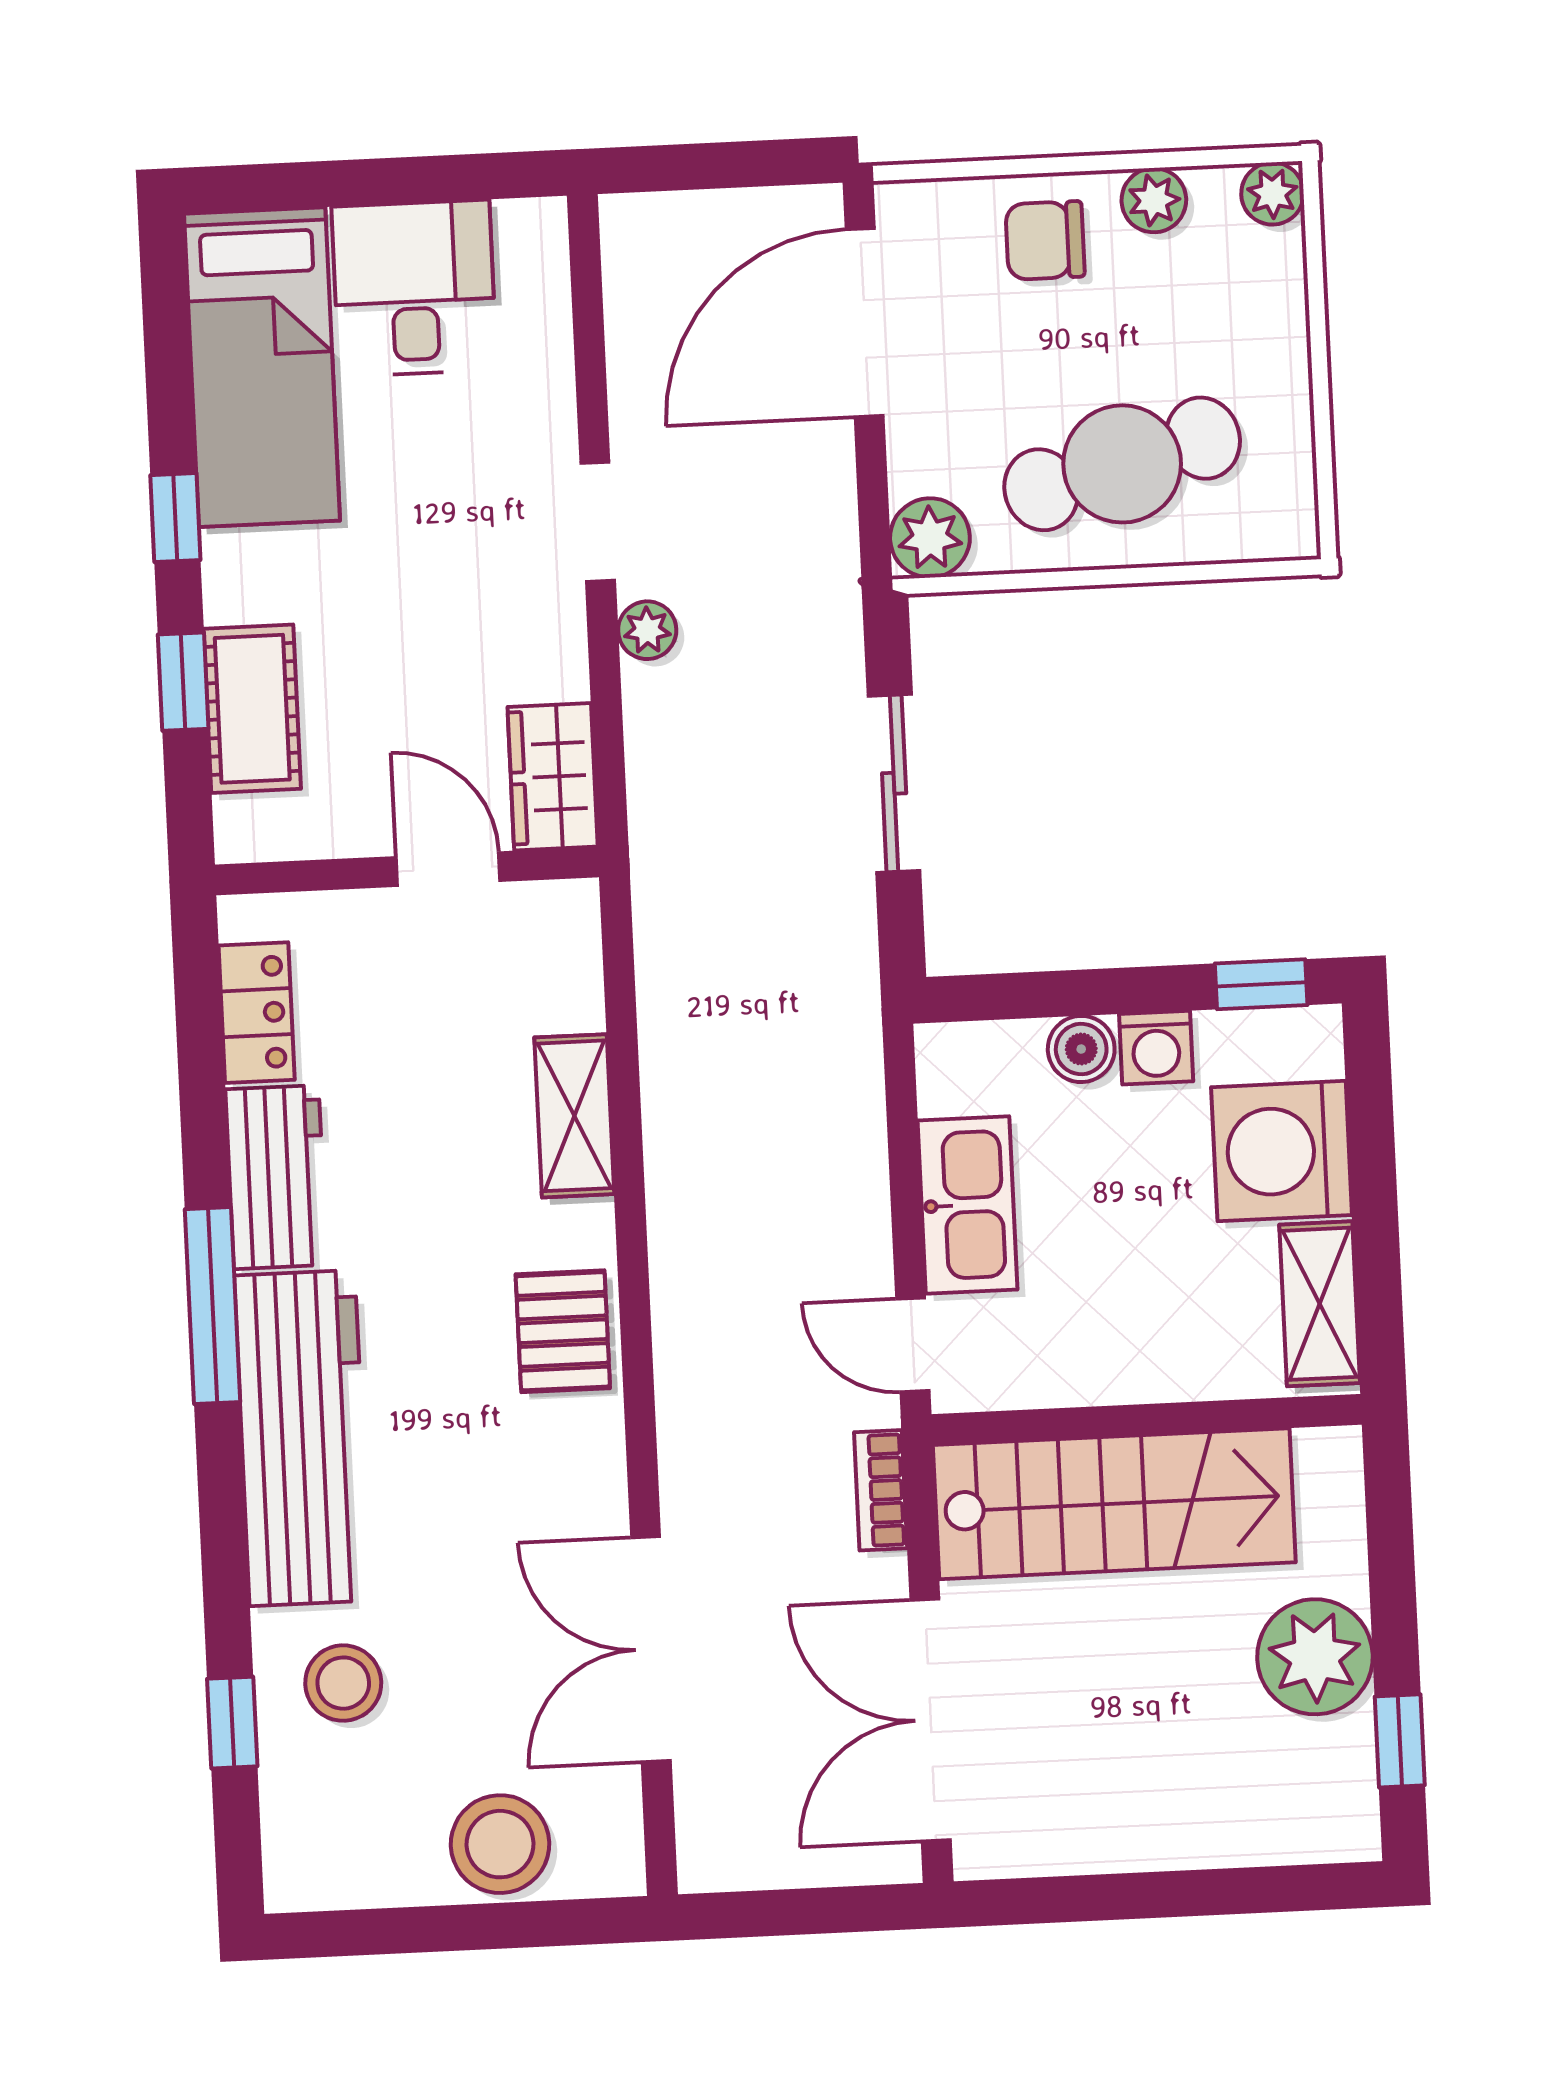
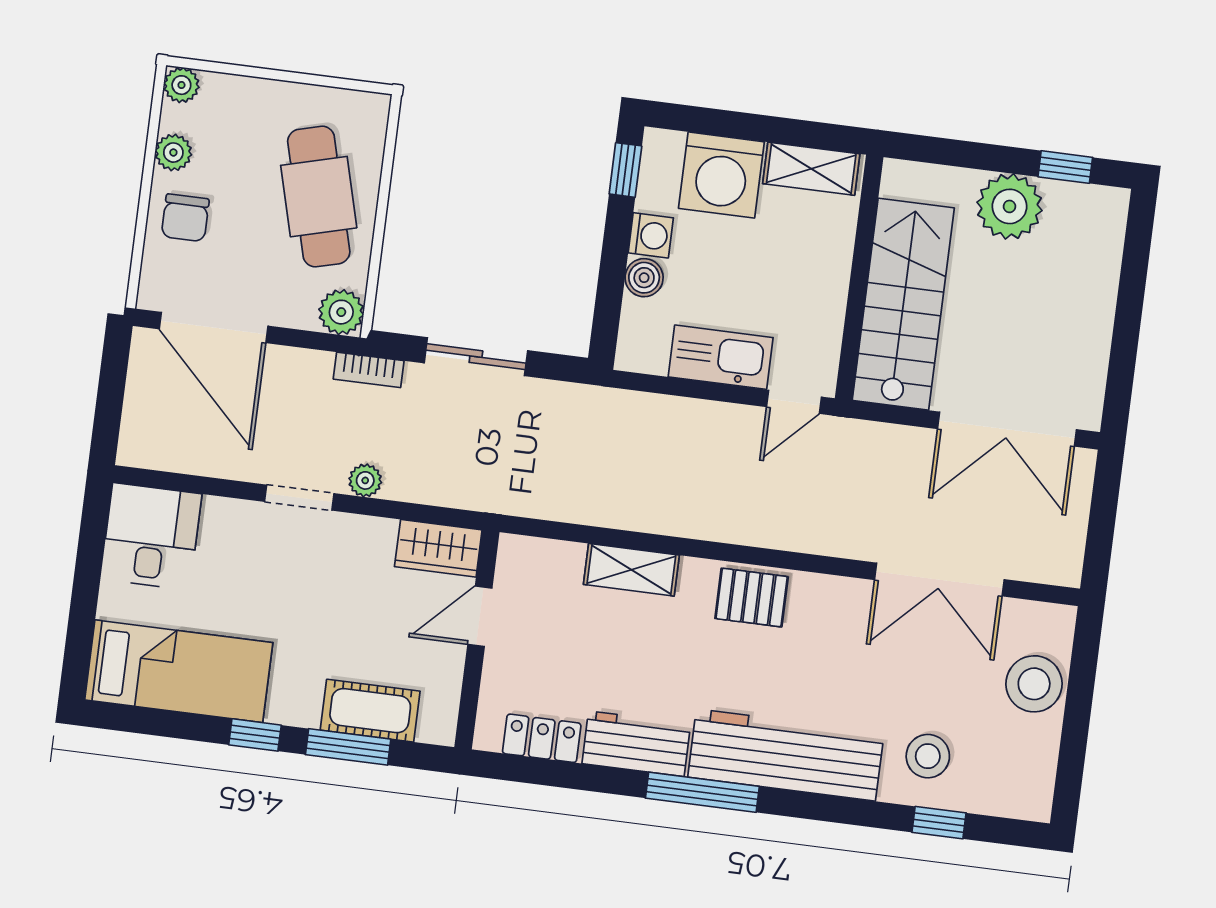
desk: (414, 288) -> (151, 537), moved, turned 90
window: (183, 682) -> (348, 747), width x1.50
bookcase: (881, 1490) -> (369, 370), moved

